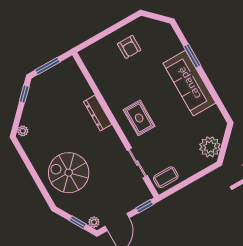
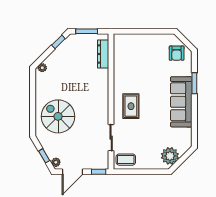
armchair: (129, 47) -> (177, 53), moved
dresser: (98, 113) -> (103, 54), moved

